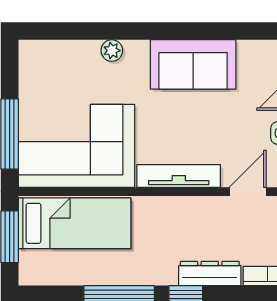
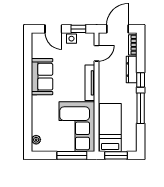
plant: (112, 51) -> (36, 140), moved
door: (248, 192) -> (97, 53), swing flipped

